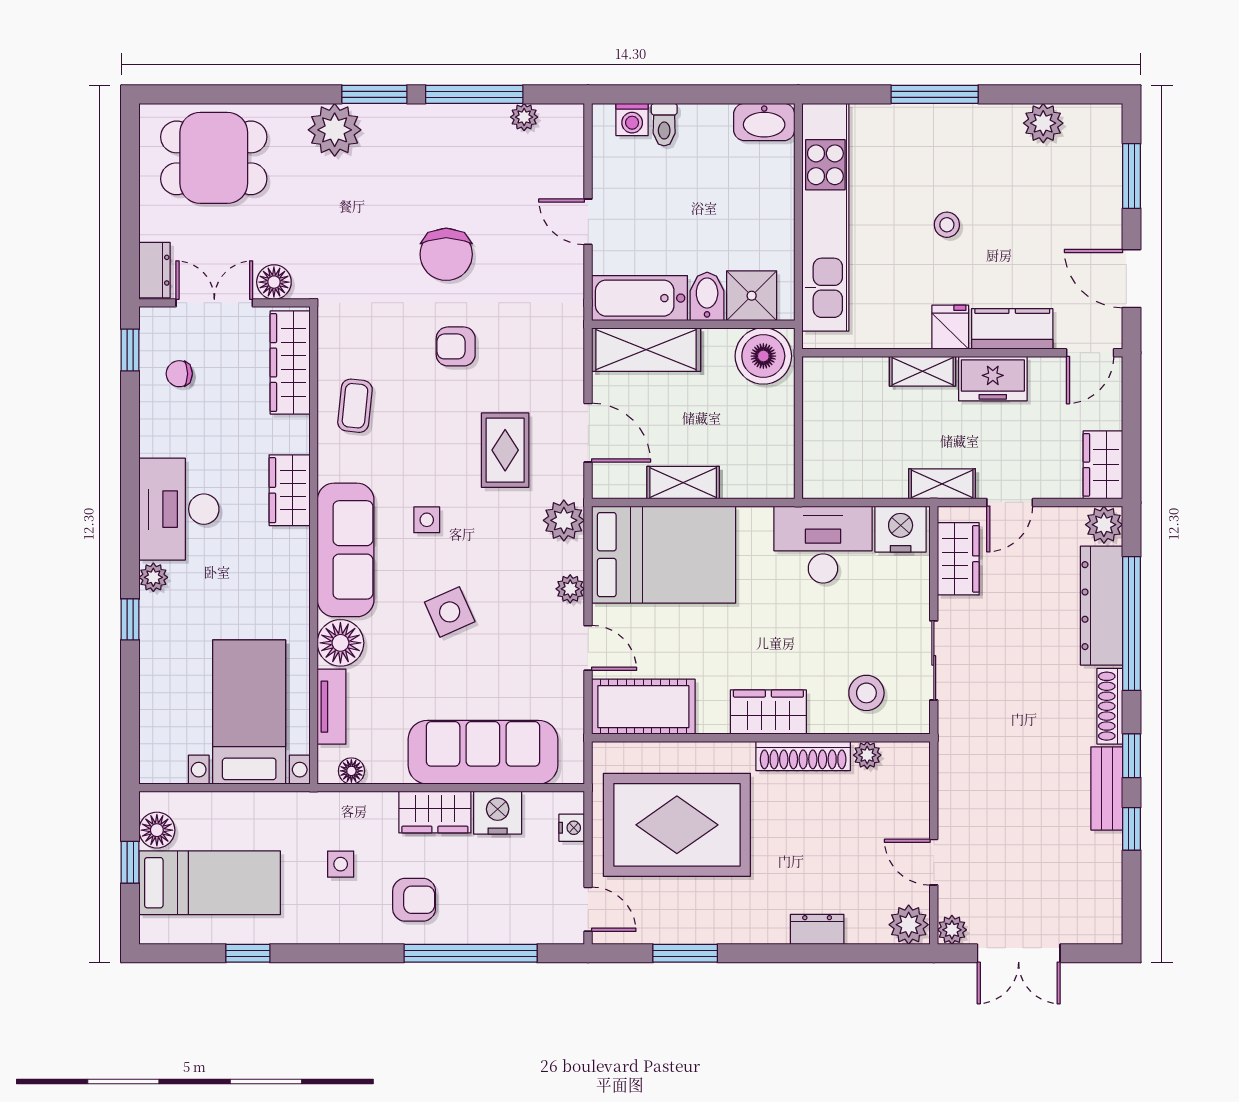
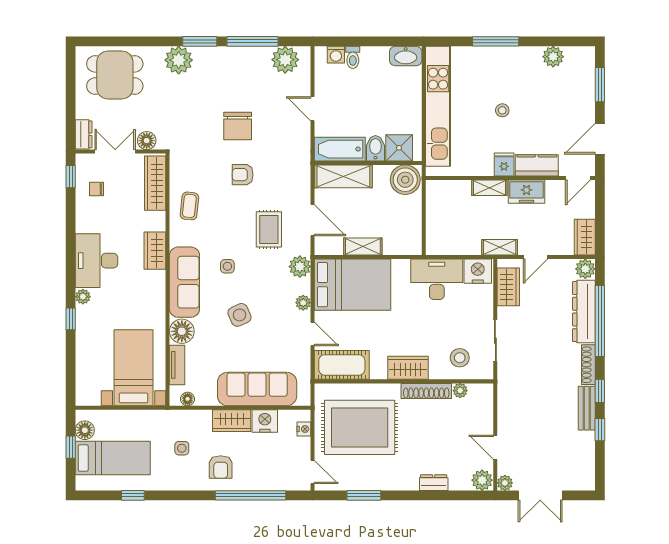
plant: (524, 117) -> (285, 60), width x1.87, depth x1.87
door: (1132, 279) -> (600, 139), hinge flipped
armchair: (414, 900) -> (221, 467), turned 90

